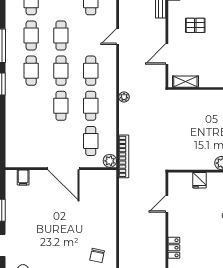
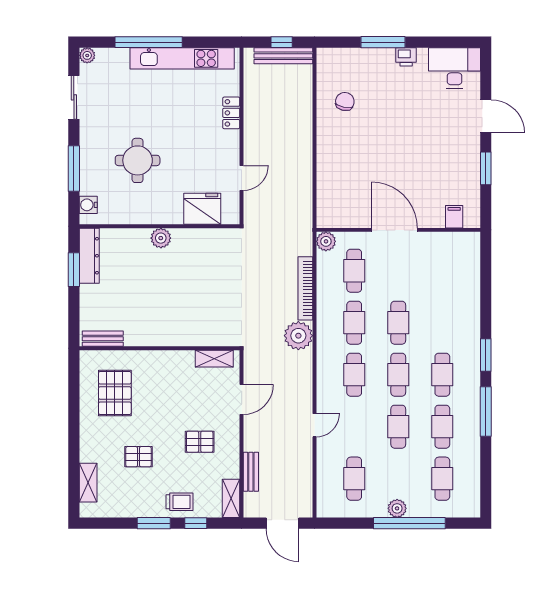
plant: (124, 97) -> (298, 336), width x1.87, depth x1.87
bookcase: (124, 156) -> (305, 288), moved
fridge: (199, 180) -> (202, 209), width x1.88, depth x1.34

